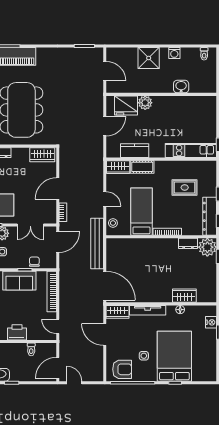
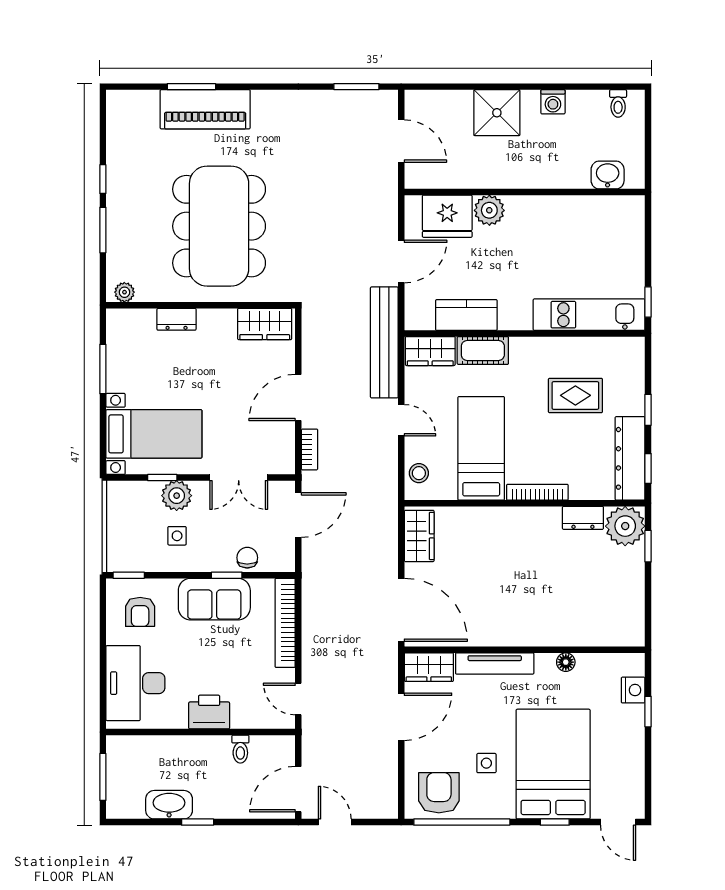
washbasin: (181, 87) -> (608, 175), moved
bench: (97, 244) -> (384, 342), moved
wardrobe: (184, 296) -> (419, 536), moved, turned 90
door: (105, 335) -> (401, 717), swing flipped
armchair: (122, 369) -> (439, 793), turned -90
door: (204, 383) -> (618, 822), added

